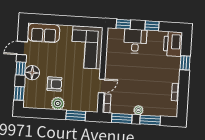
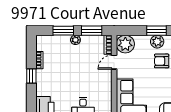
window: (185, 63) -> (31, 76), moved
plant: (89, 103) -> (125, 44), added
window: (76, 116) -> (157, 31), moved

